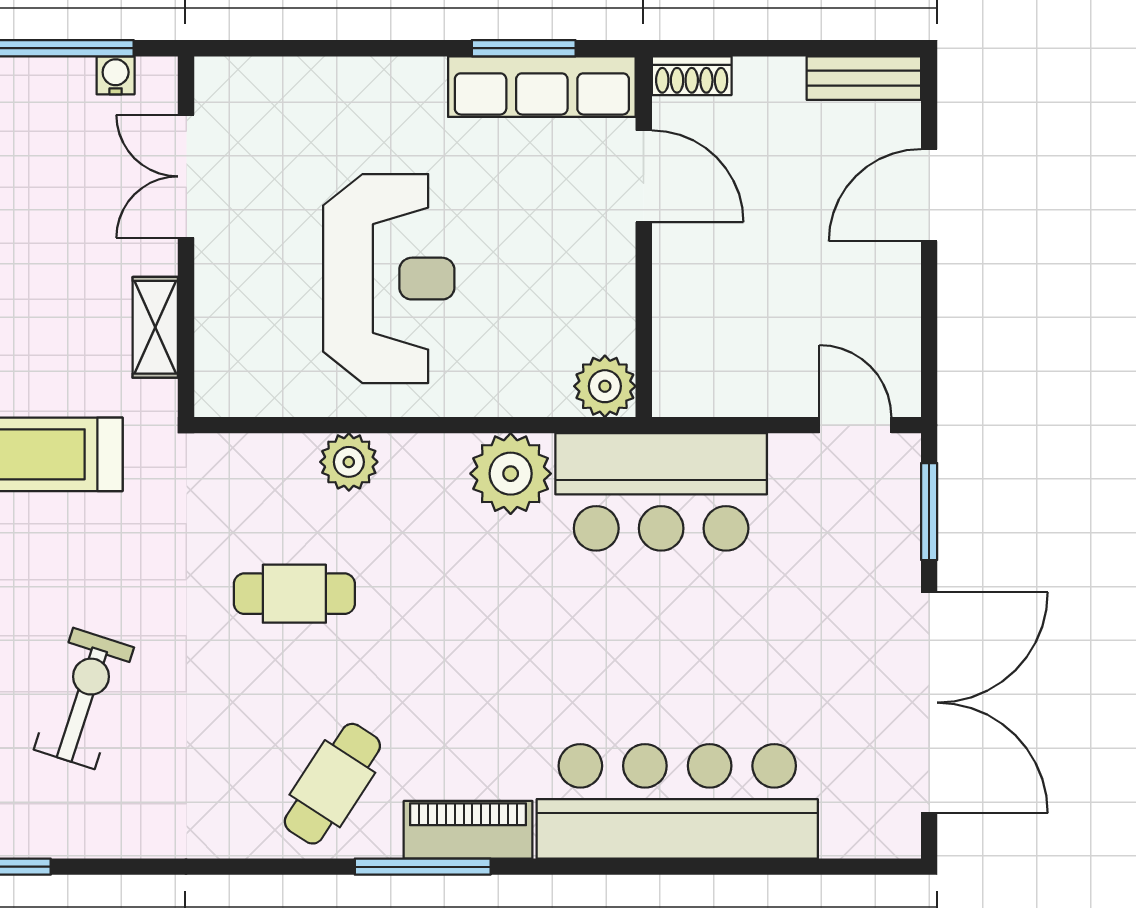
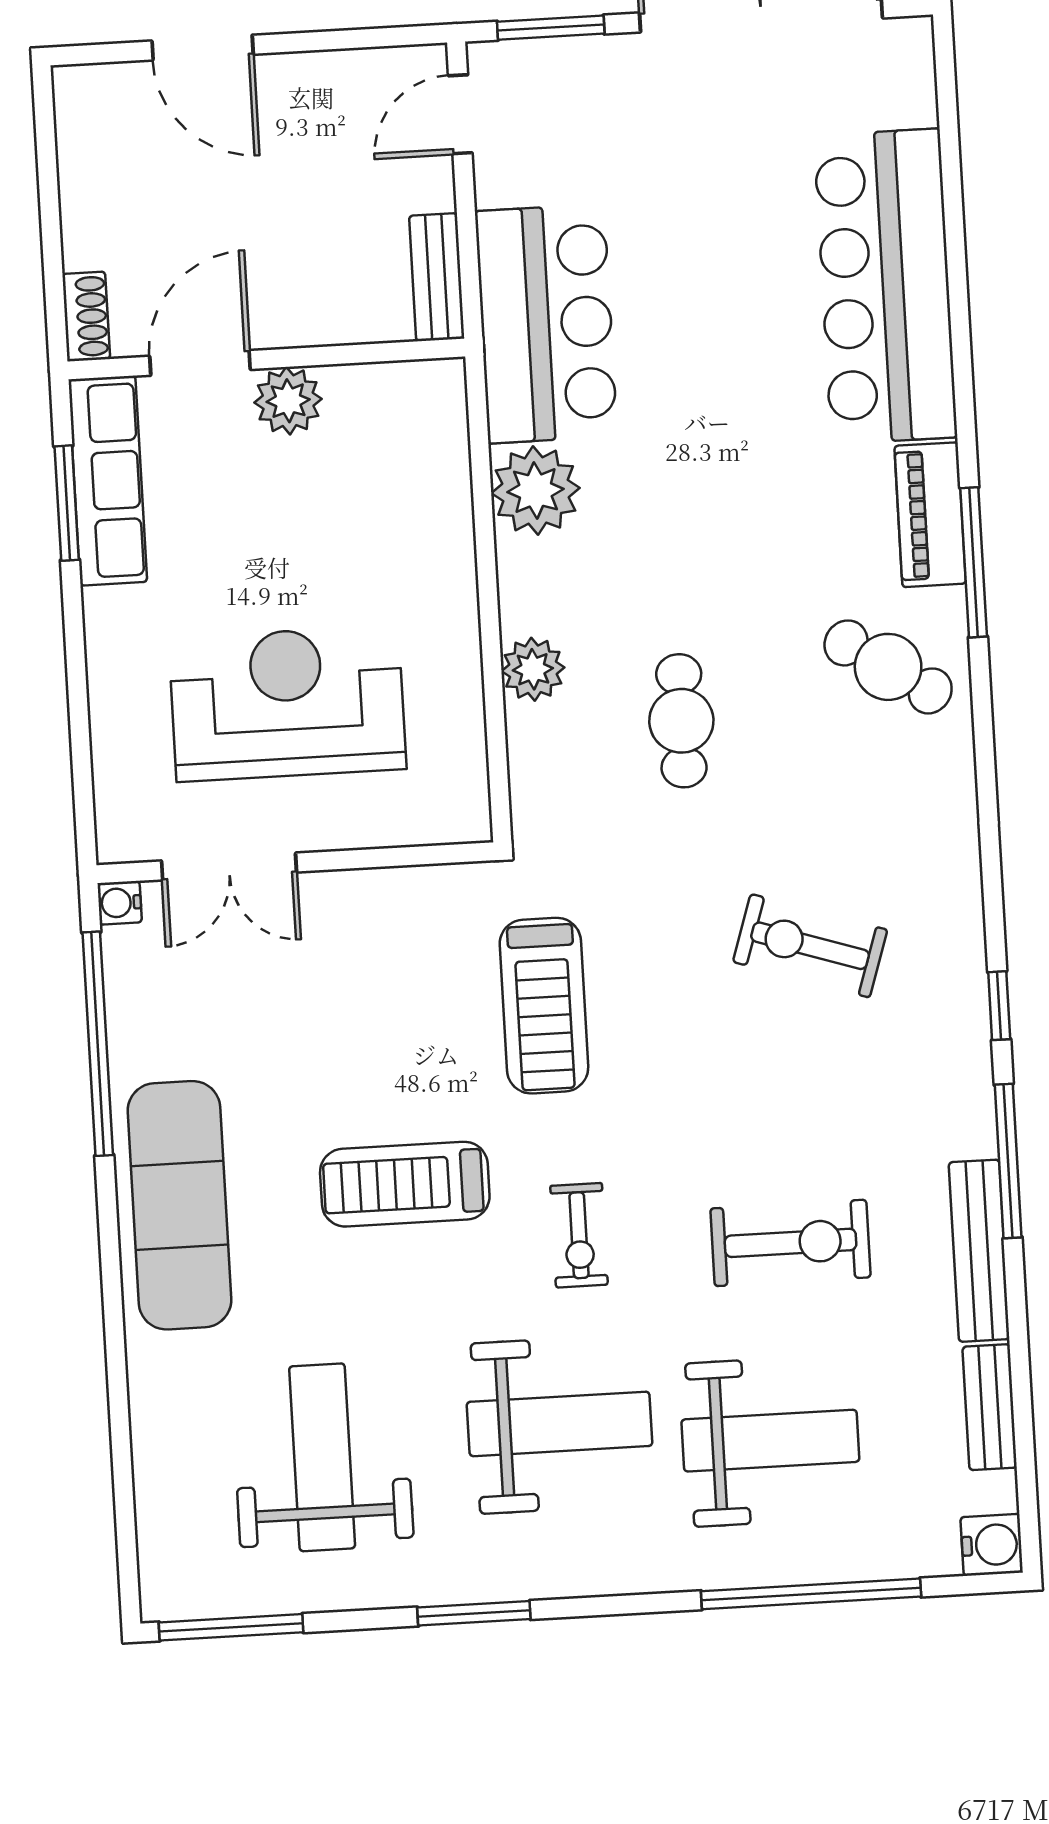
water cooler: (116, 75) -> (120, 903), moved
bench: (864, 78) -> (437, 277), moved
reception desk: (389, 279) -> (287, 703), moved
shelving: (155, 327) -> (397, 891), removed
plant: (605, 386) -> (288, 401), moved

